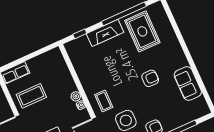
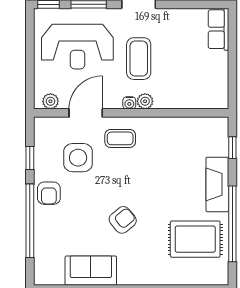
armchair: (150, 78) -> (123, 220), turned -129
coffee table: (31, 96) -> (139, 59), moved

